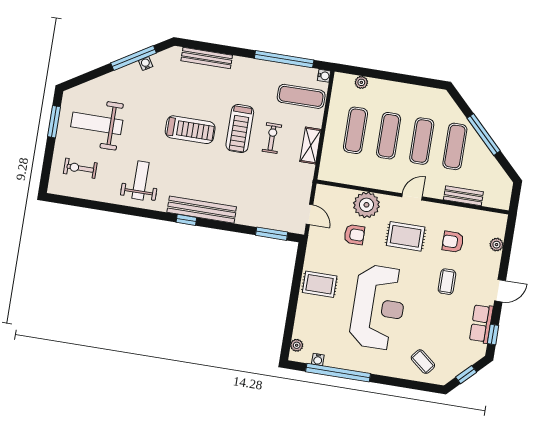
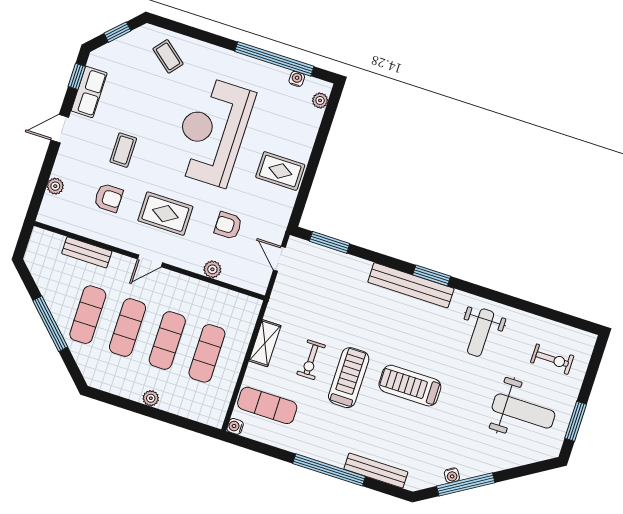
window: (284, 59) -> (329, 470), moved
plant: (361, 82) -> (151, 398), moved
plant: (366, 205) -> (212, 269), width x0.53, depth x0.53
window: (186, 220) -> (432, 275), width x1.50

